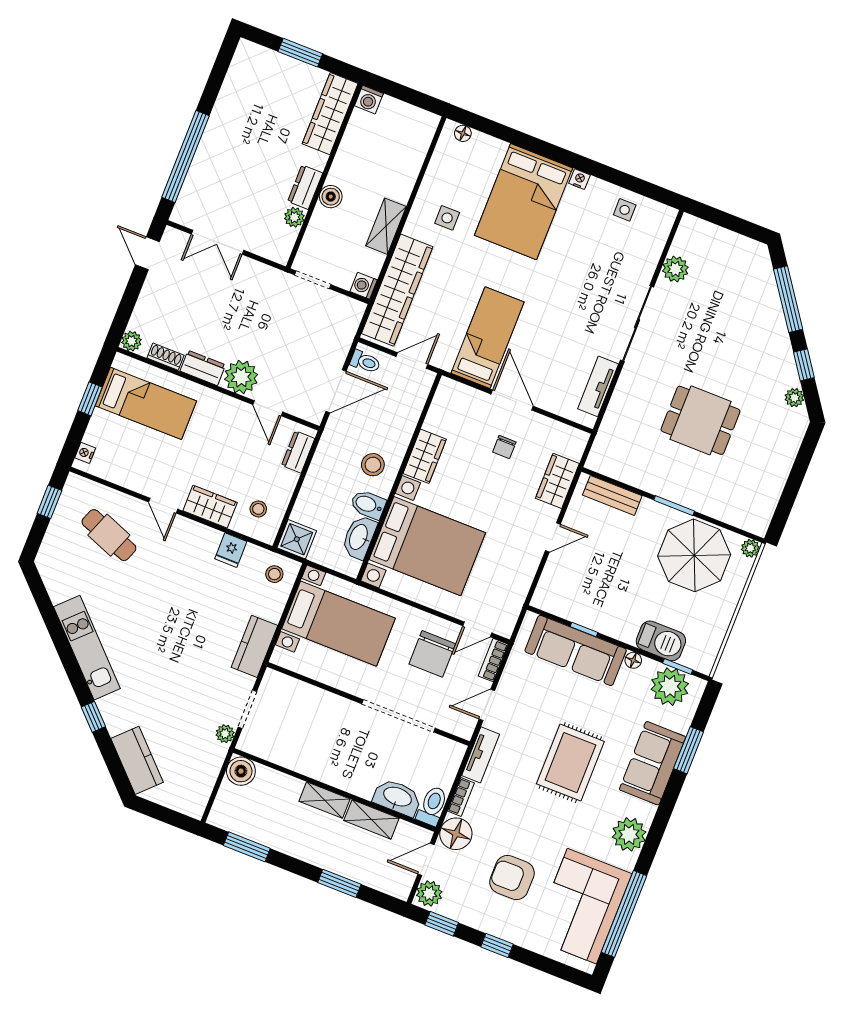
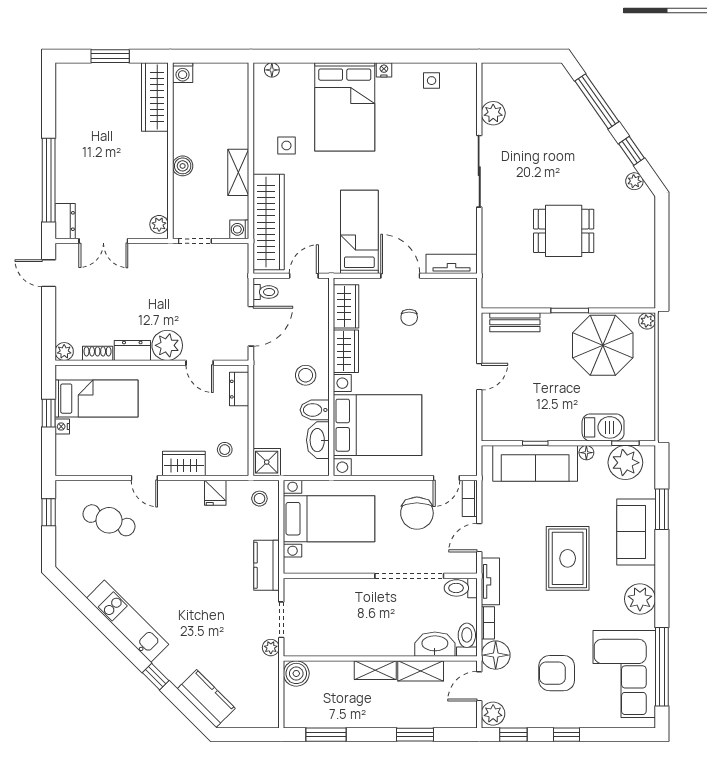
dresser: (305, 187) -> (65, 221), moved, turned 180
plant: (294, 217) -> (159, 224), moved
tv unit: (598, 386) -> (452, 264), moved, turned 90
nightstand: (85, 453) -> (62, 427), moved
wardrobe: (557, 481) -> (346, 306), moved, turned 180
toilet: (447, 750) -> (461, 588), added

